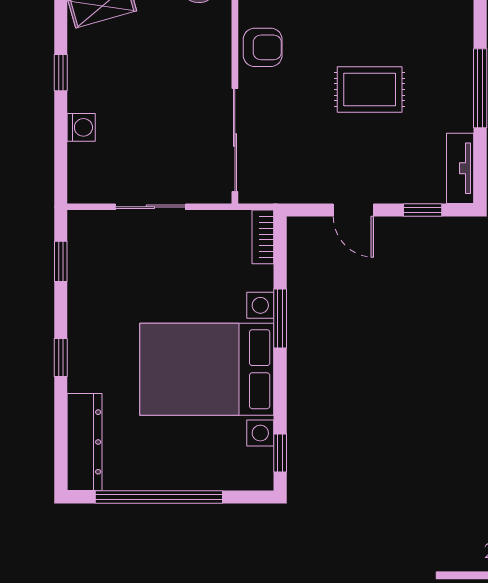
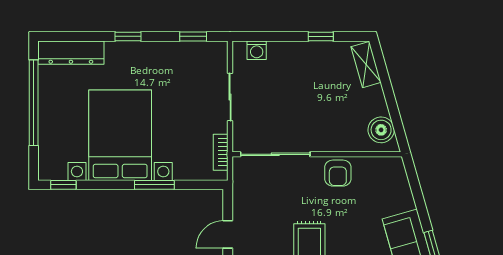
washing machine: (81, 127) -> (257, 50), moved
bookcase: (263, 237) -> (221, 152), moved, turned -90

